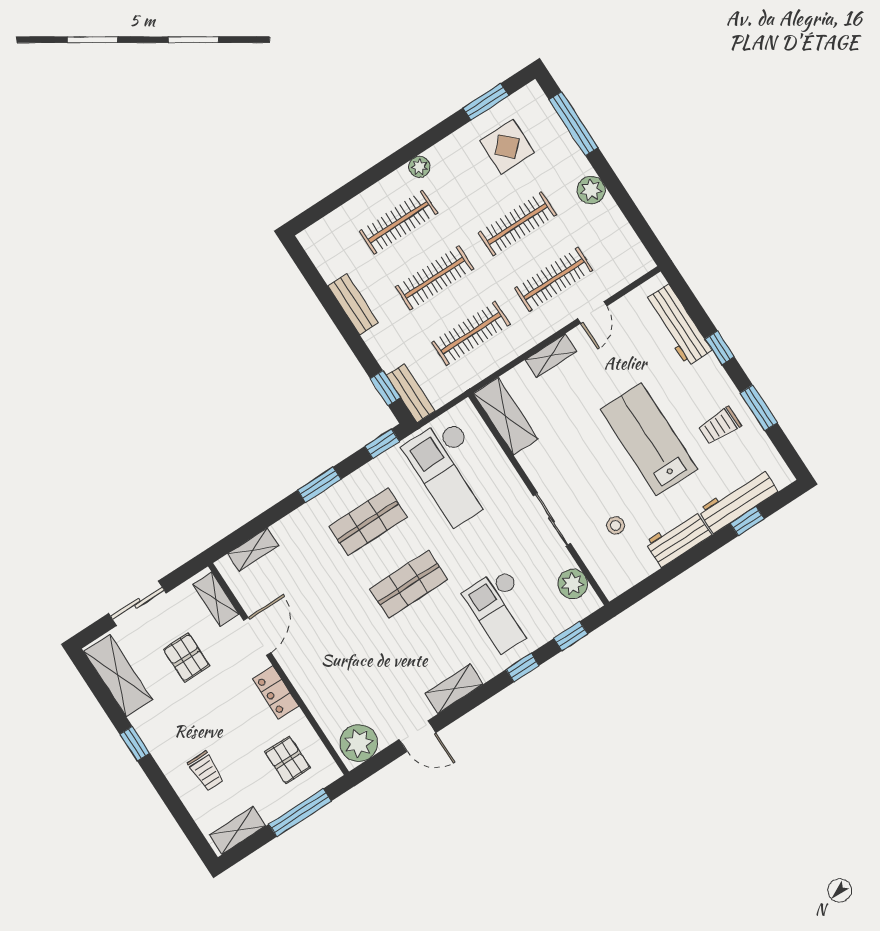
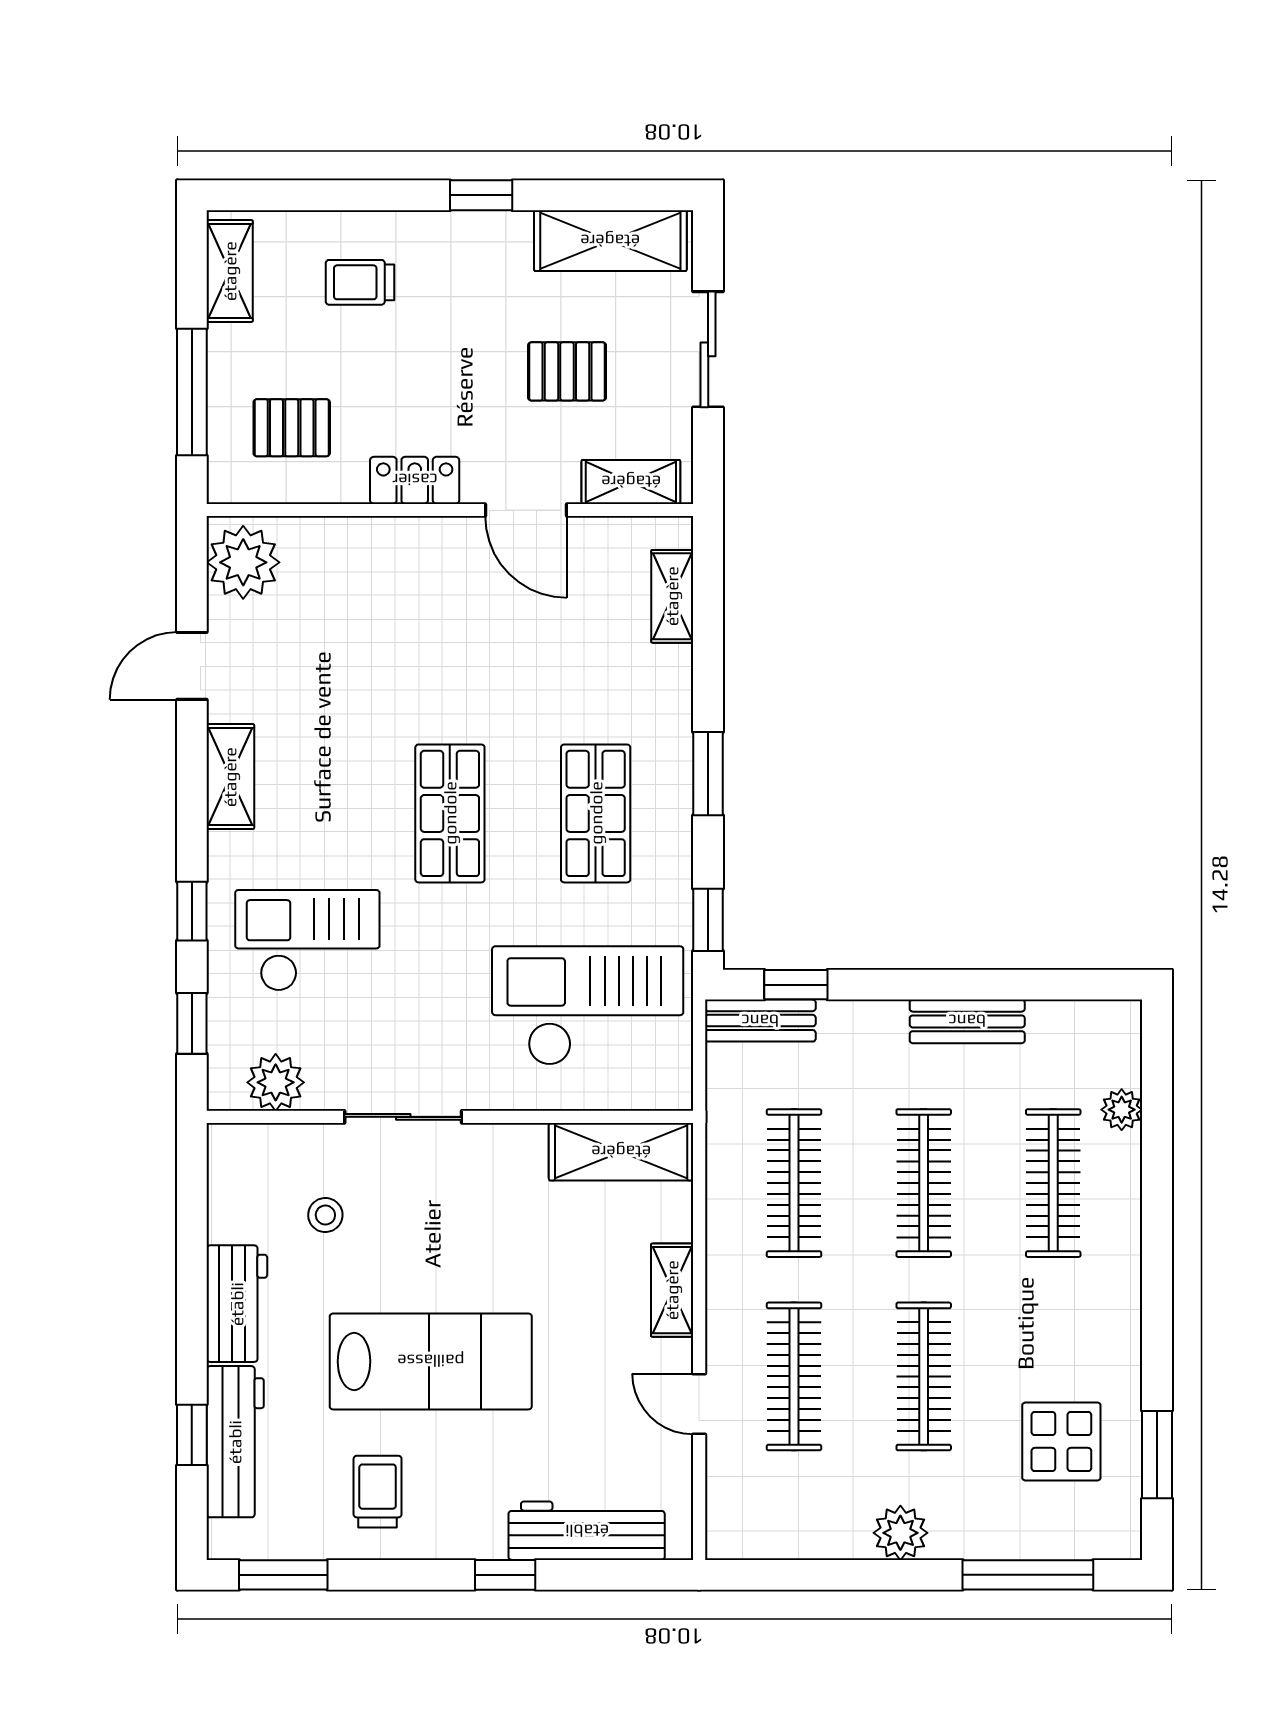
plant: (419, 167) -> (1122, 1110), moved
window: (759, 408) -> (283, 1575), moved

